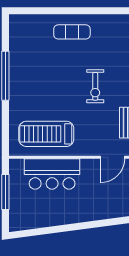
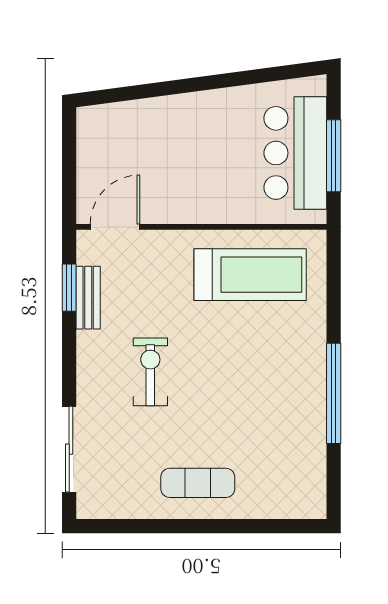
bar counter: (52, 174) -> (295, 153), moved, turned -90

